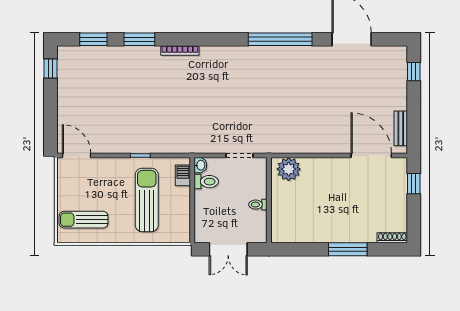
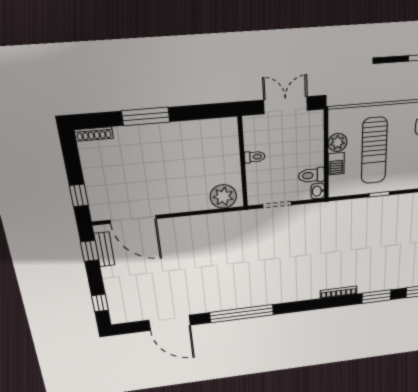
window: (414, 128) -> (90, 251), added
barbecue: (183, 175) -> (336, 164), moved
plant: (182, 211) -> (337, 142), added

